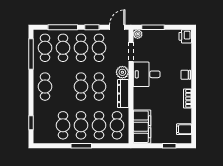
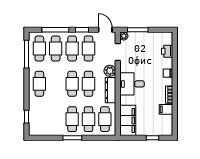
door: (117, 27) -> (105, 30), hinge flipped
printer: (185, 36) -> (167, 51), moved
desk: (147, 74) -> (132, 84), moved
cafe table: (63, 125) -> (56, 119), removed
filing cabinet: (184, 129) -> (166, 109), moved

